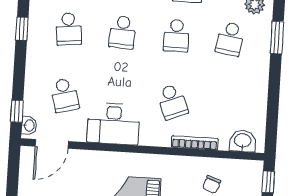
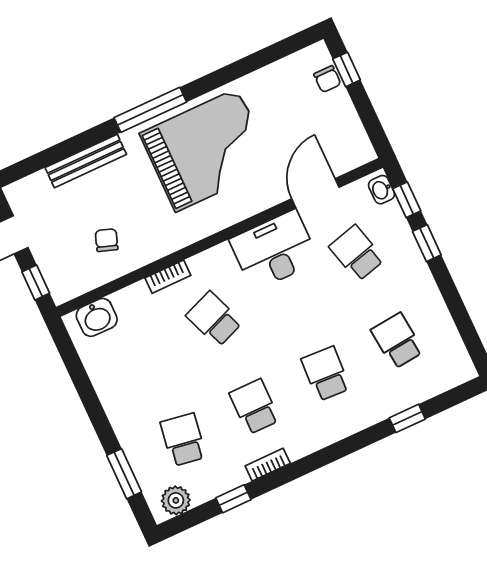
window: (22, 29) -> (427, 243), moved
bookcase: (195, 143) -> (168, 277), width x0.64
door: (52, 144) -> (315, 193), moved

